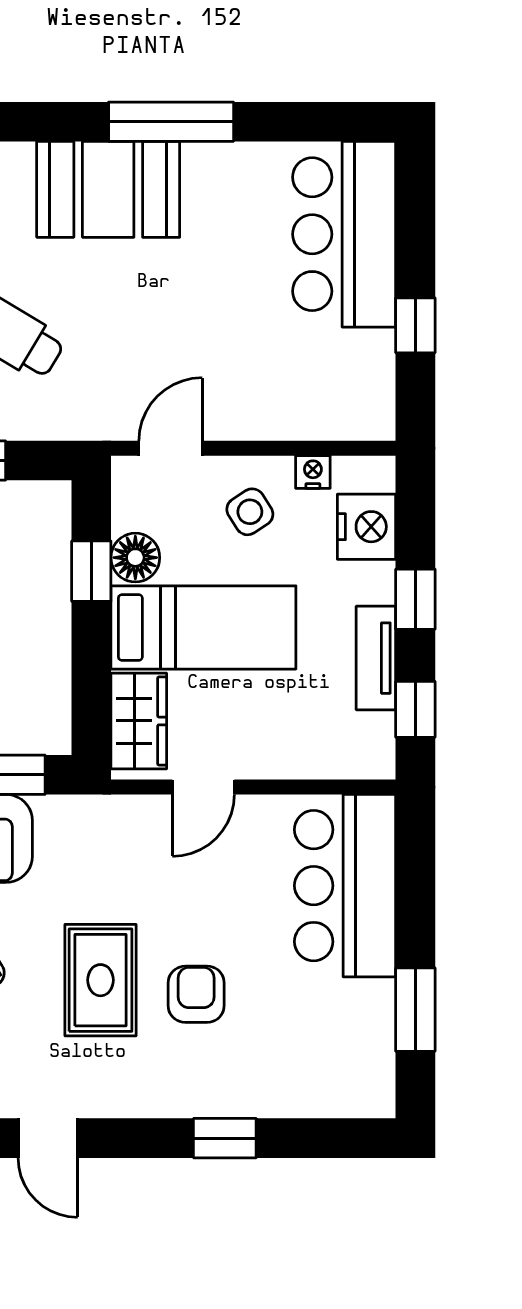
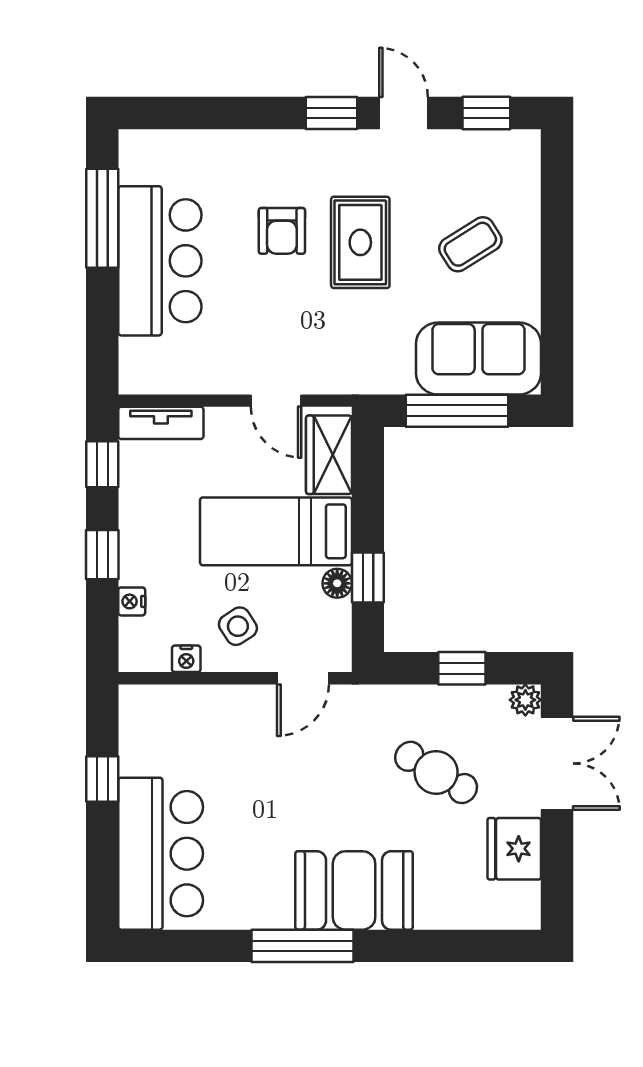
nightstand: (367, 527) -> (132, 601), width x0.53, depth x0.56
floor lamp: (135, 558) -> (337, 583), width x0.73, depth x0.73
tv unit: (376, 658) -> (161, 423), moved, turned 90
door: (203, 787) -> (276, 401), swing flipped
bar counter: (345, 886) -> (160, 261), moved
window: (415, 1010) -> (102, 218), width x1.44
window: (225, 1138) -> (332, 113), moved

